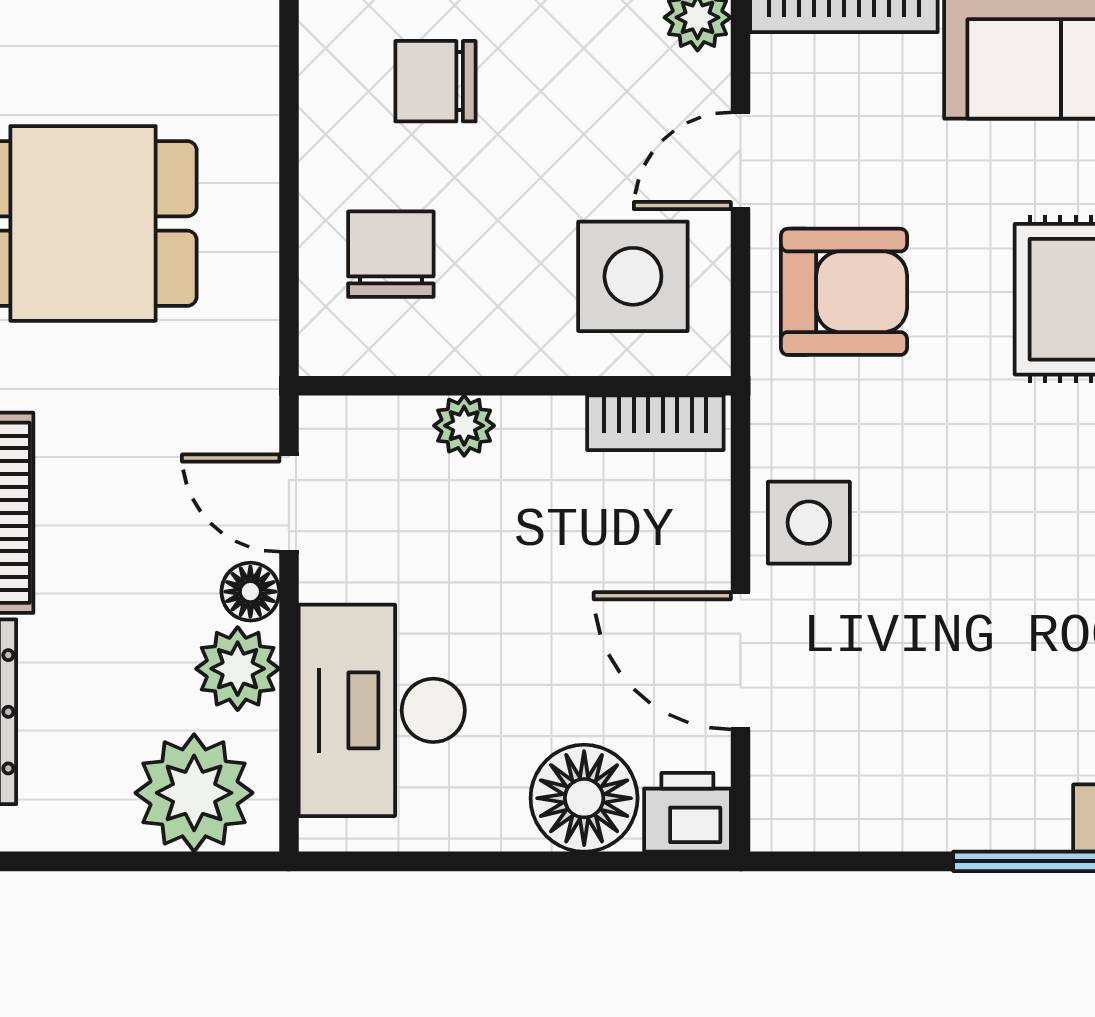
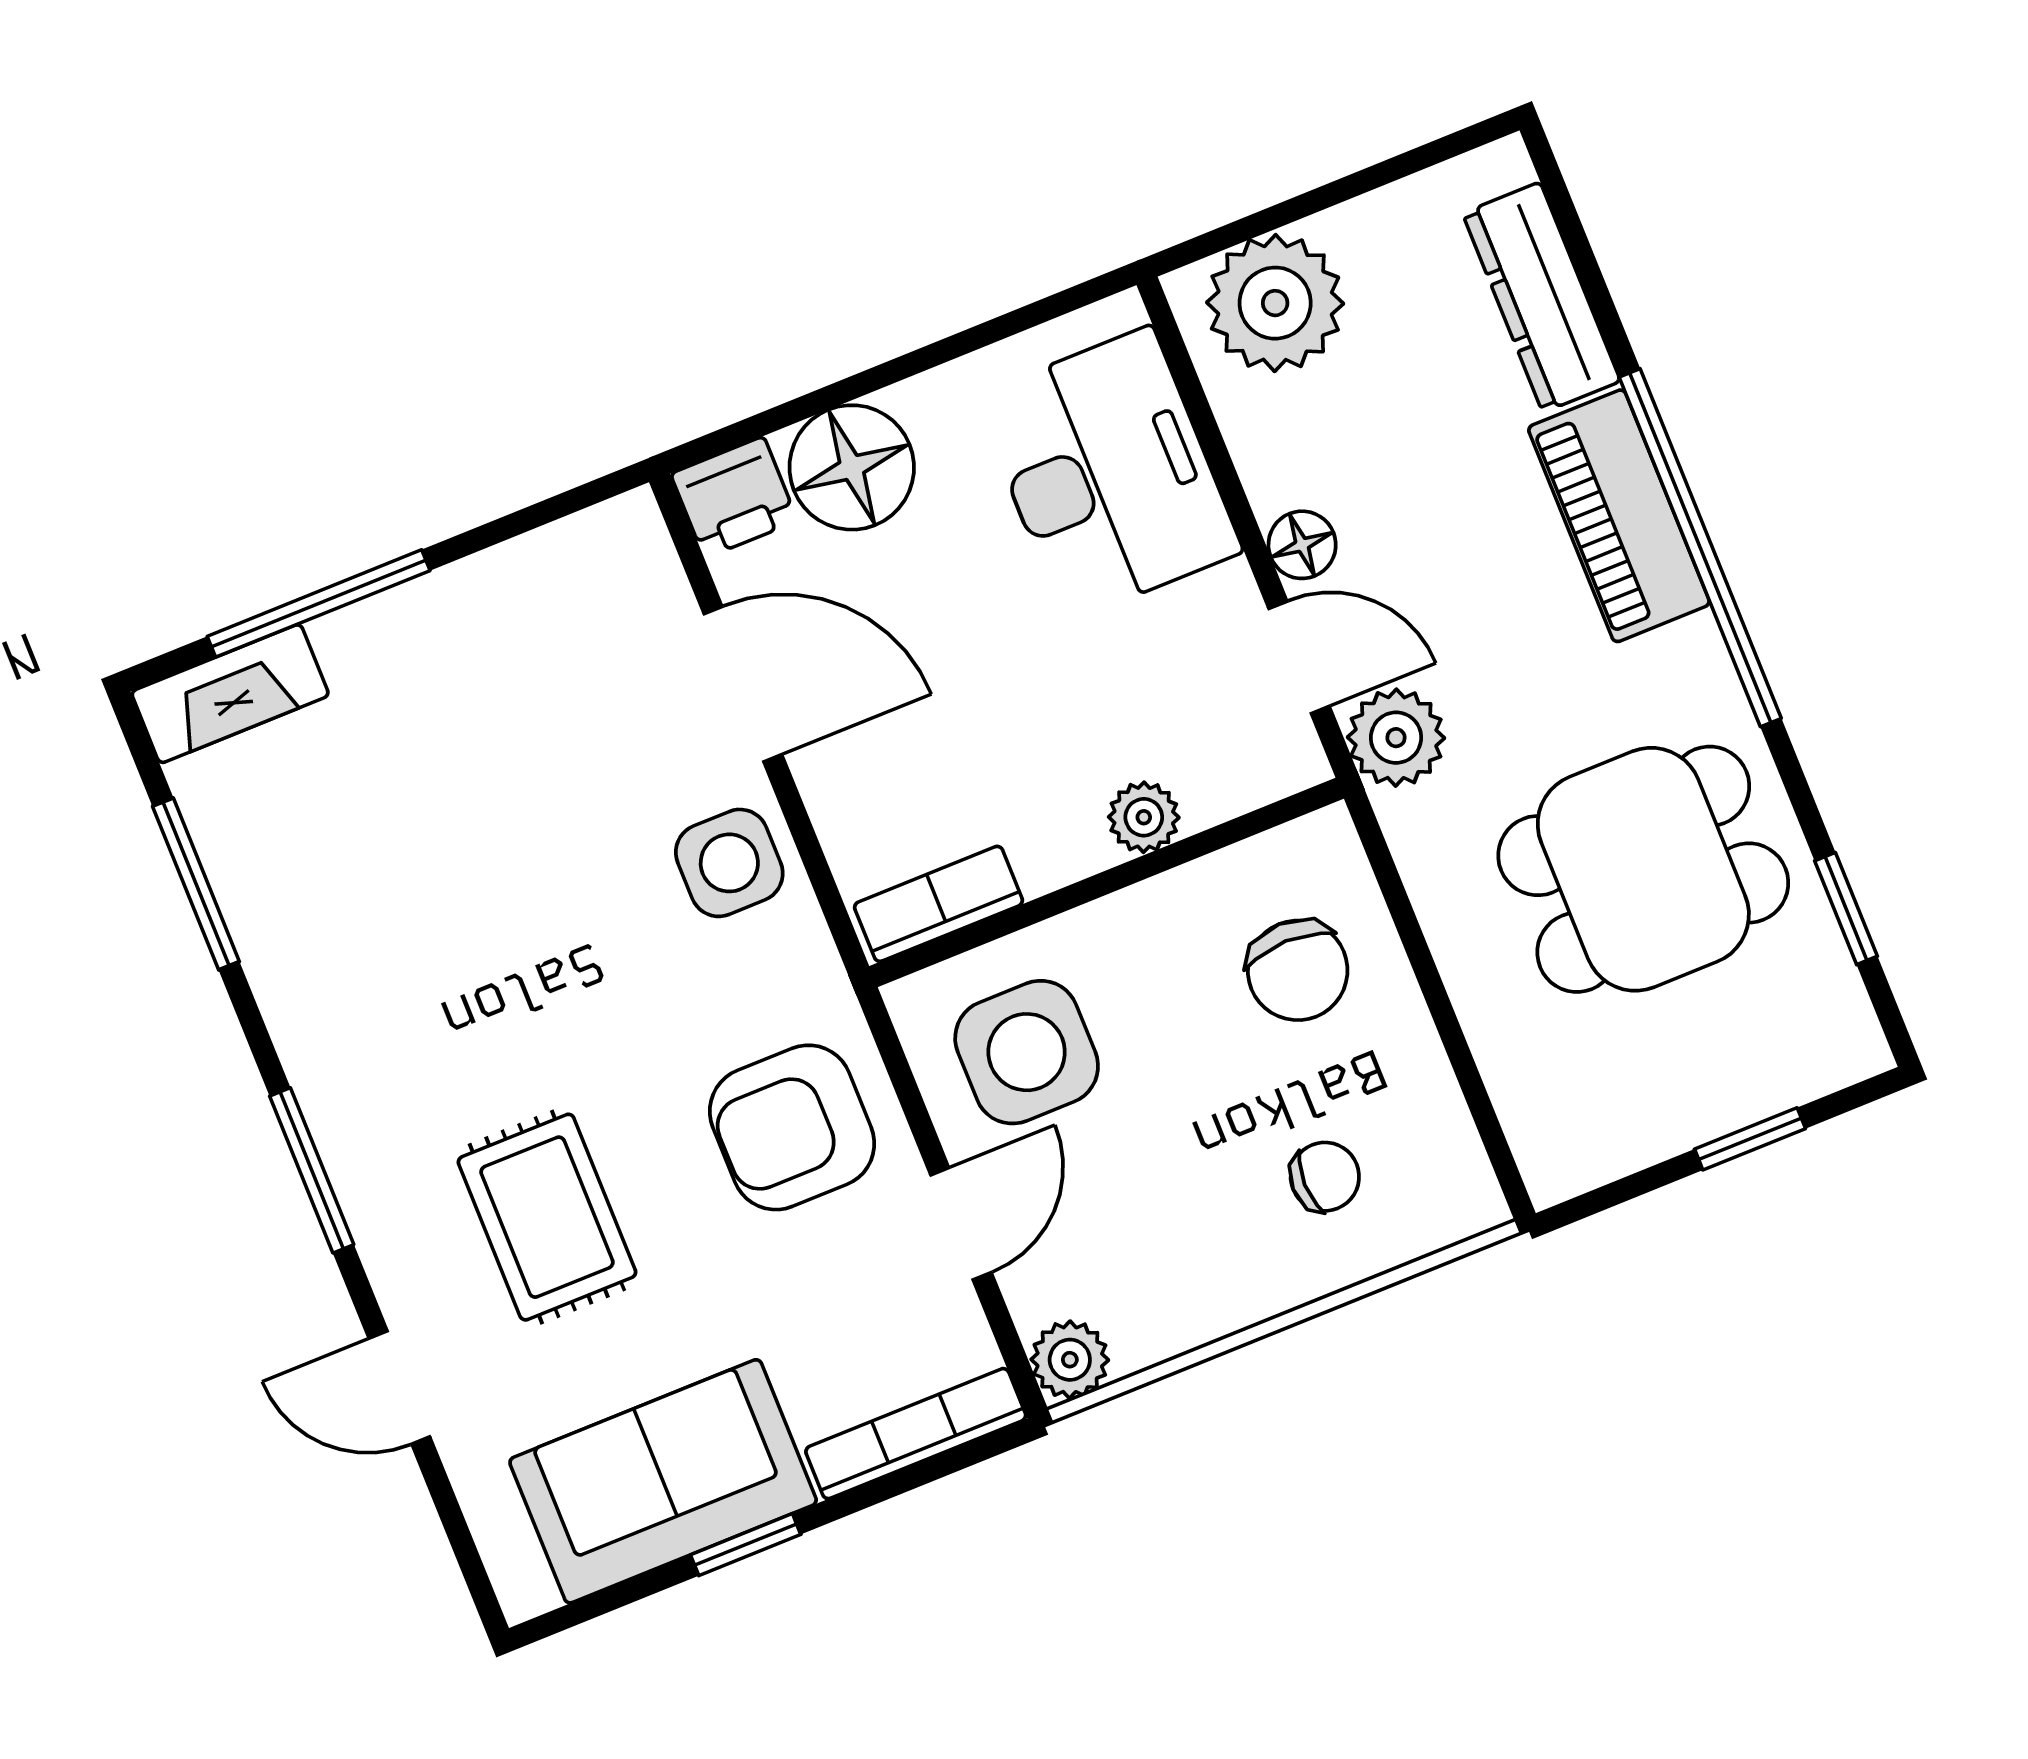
chair: (436, 81) -> (1325, 1177), width x0.73, depth x0.73
plant: (238, 669) -> (1396, 738), moved

